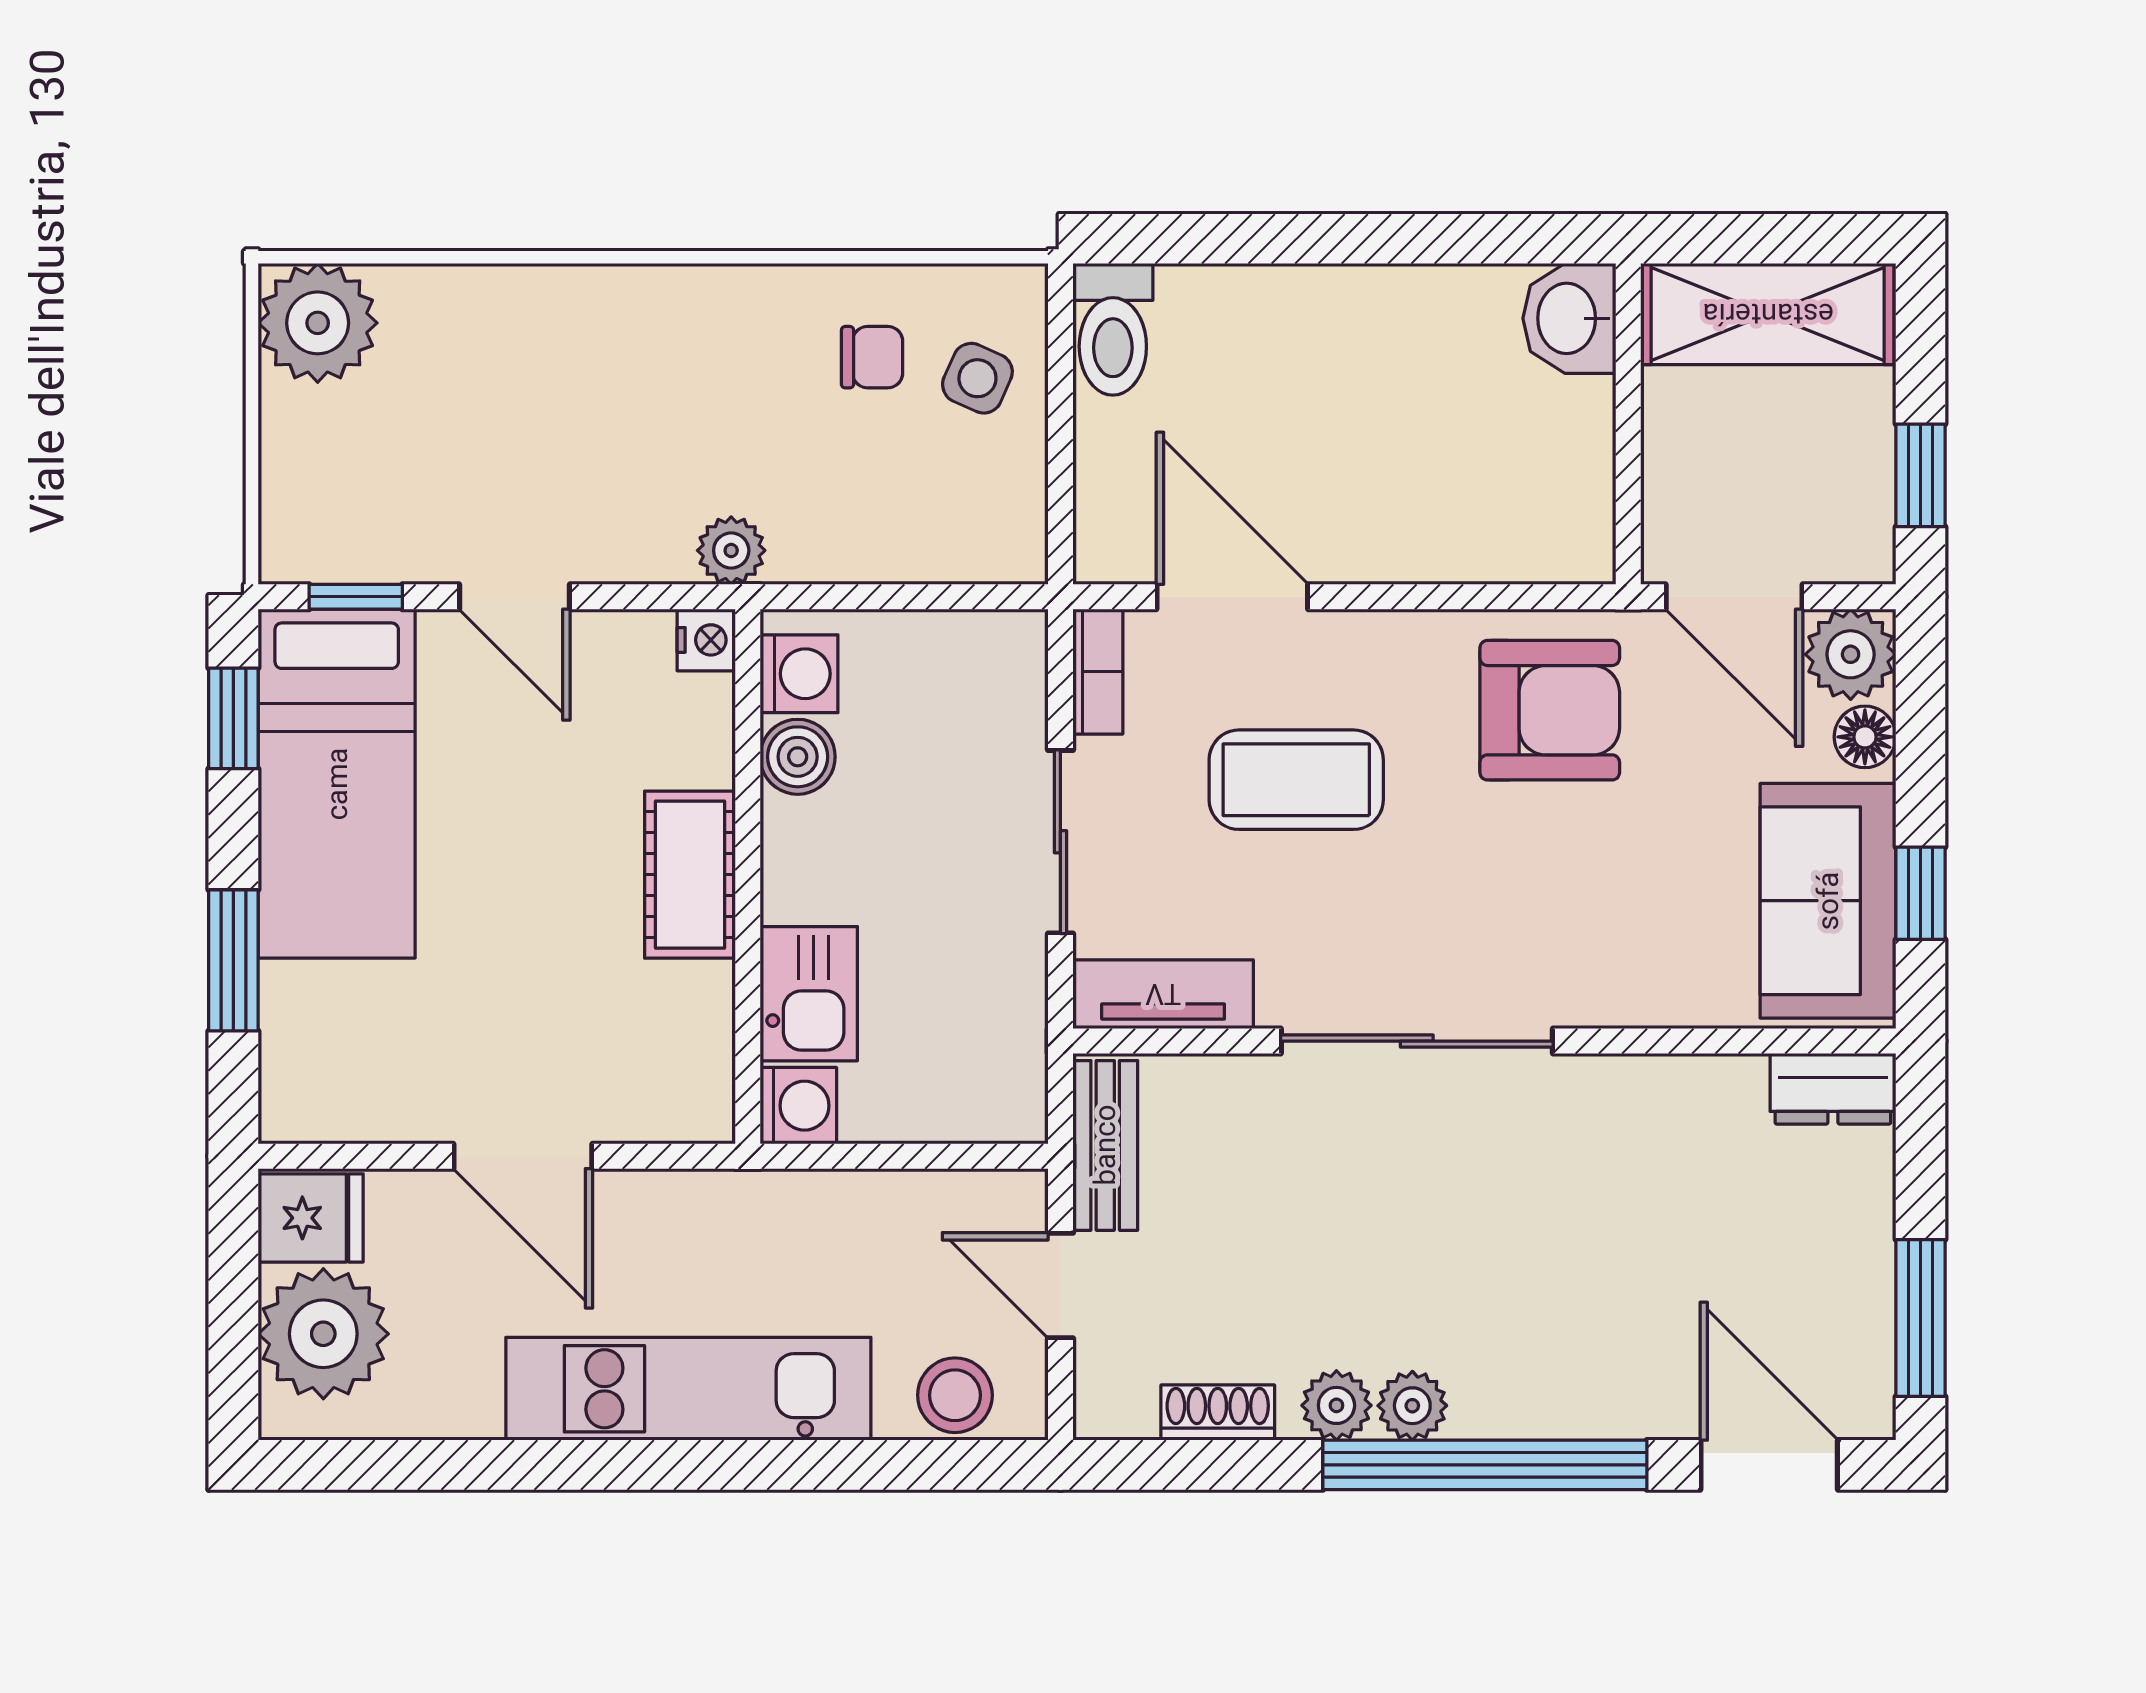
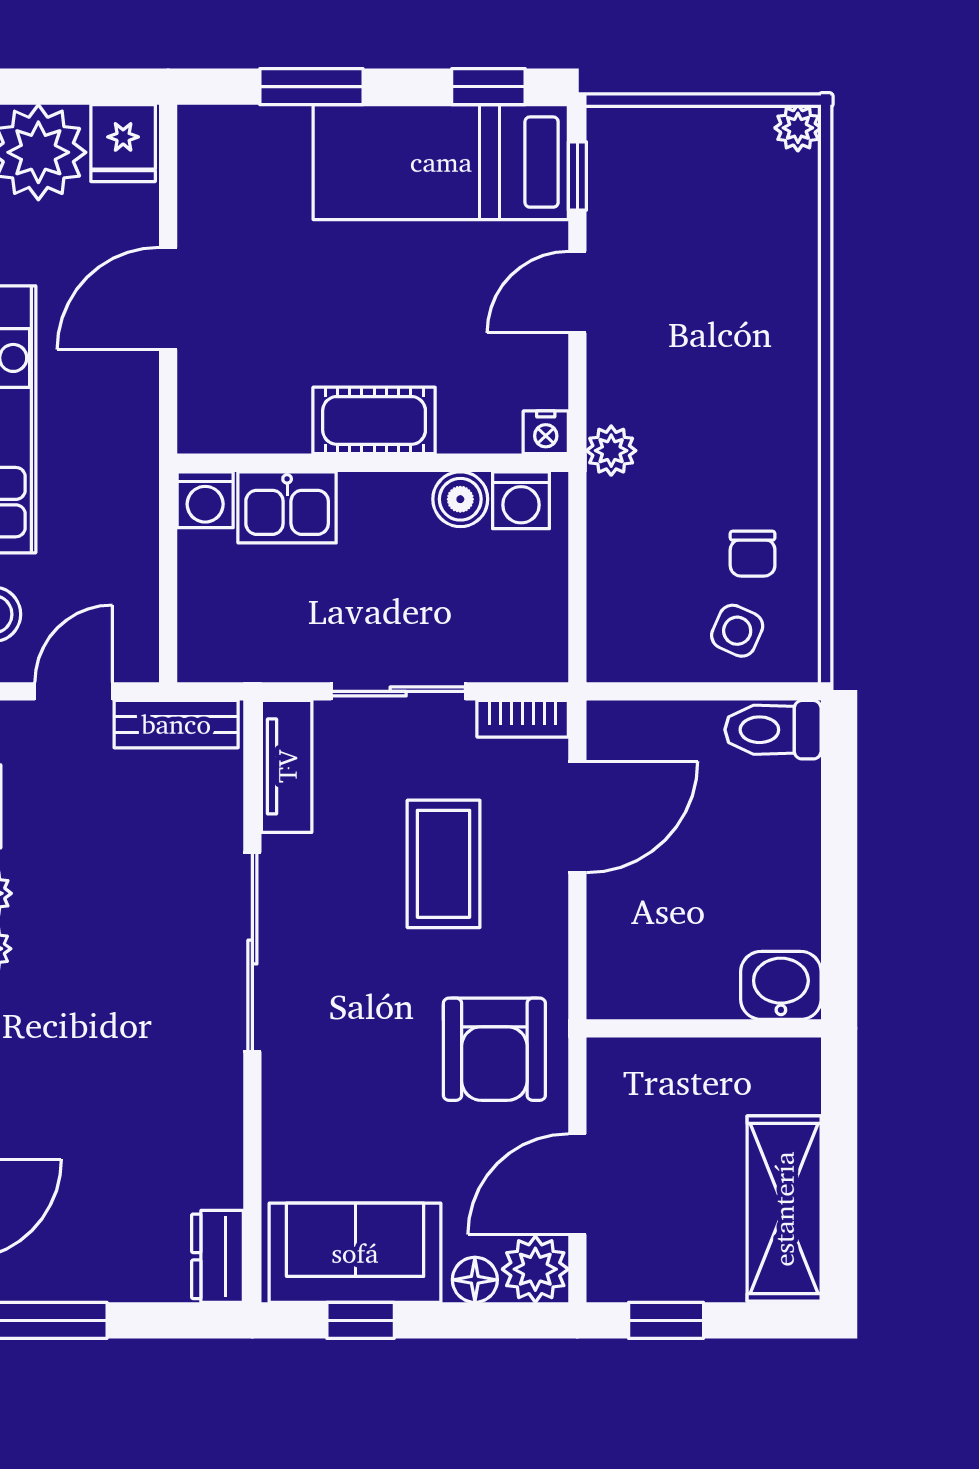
washbasin: (1569, 318) -> (781, 985), moved
plant: (318, 323) -> (798, 128), width x0.53, depth x0.53
wall: (1628, 424) -> (704, 1028), moved

